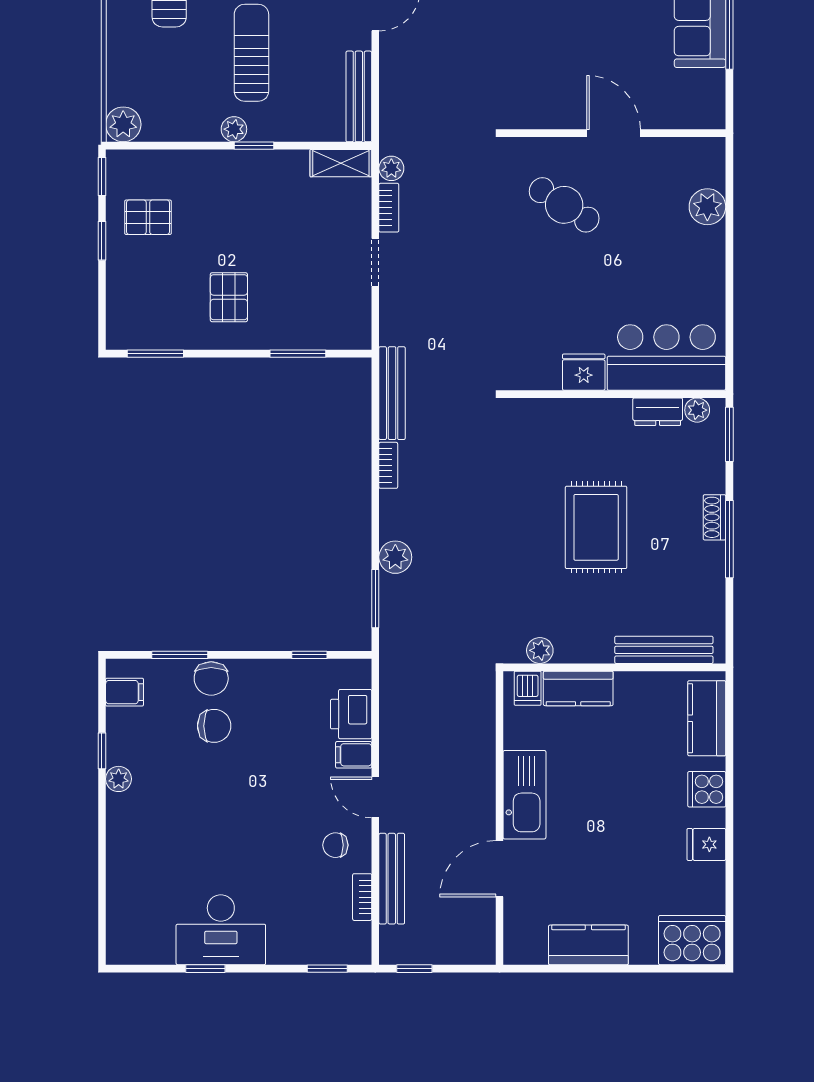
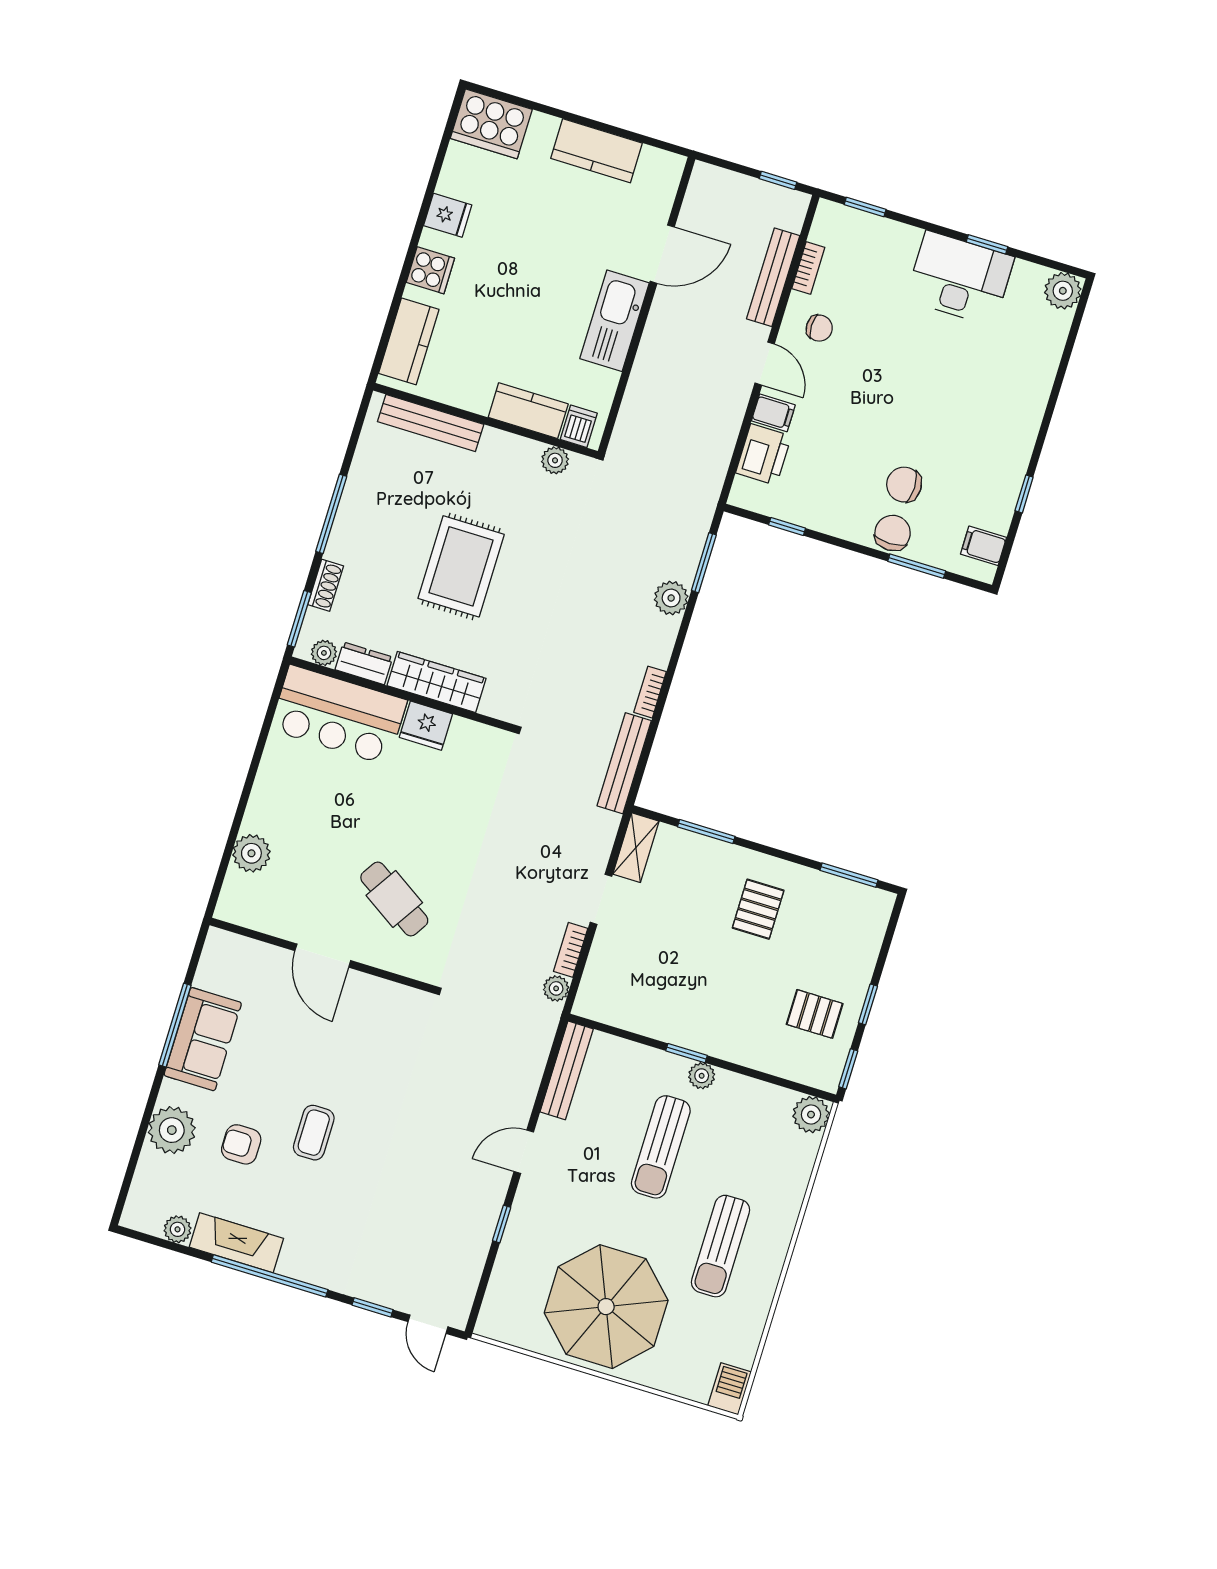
shelving: (341, 163) -> (636, 848), moved, turned 90
wardrobe: (586, 415) -> (437, 682), added
shoe rack: (714, 517) -> (326, 585), moved
plant: (119, 779) -> (1063, 291), moved, width x1.38, depth x1.38

